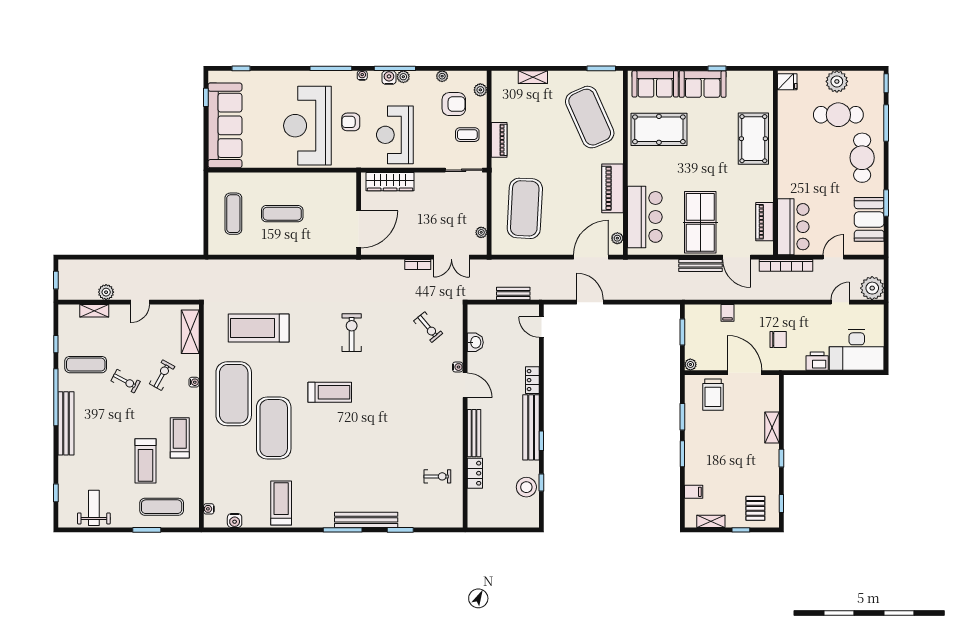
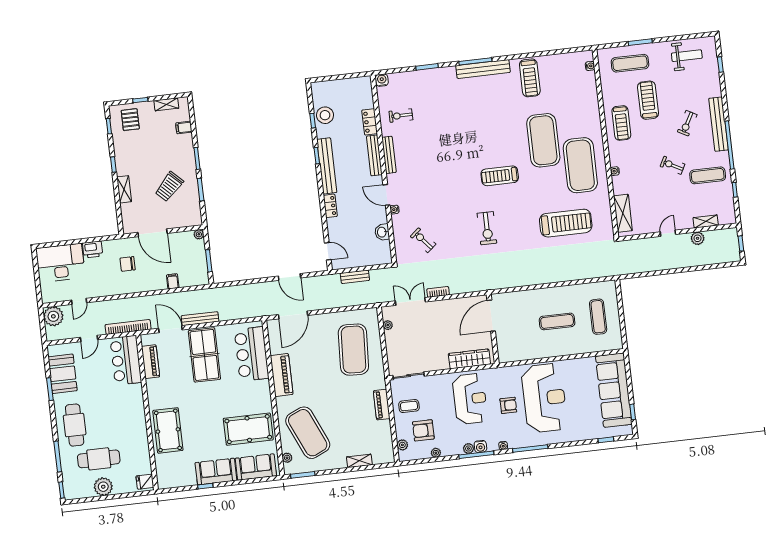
plant: (617, 238) -> (287, 458), moved
exercise bike: (162, 375) -> (687, 123), moved
trolley: (713, 395) -> (169, 187), moved, turned -136
bench: (457, 432) -> (389, 155), added
weight bench: (94, 508) -> (687, 56), turned -90
bench: (366, 520) -> (483, 69), moved
water cooler: (235, 521) -> (382, 80), moved

